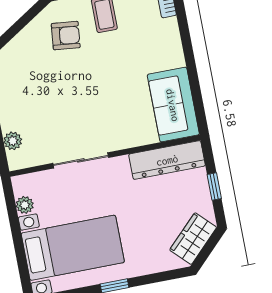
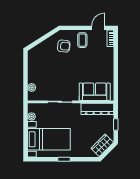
sofa: (173, 105) -> (95, 92), moved, turned 90

